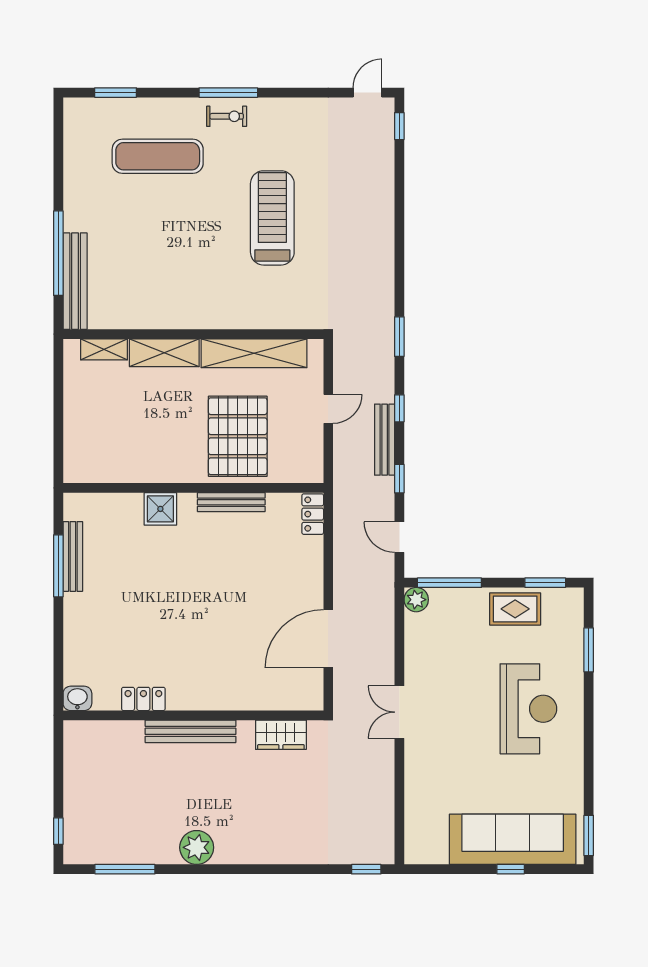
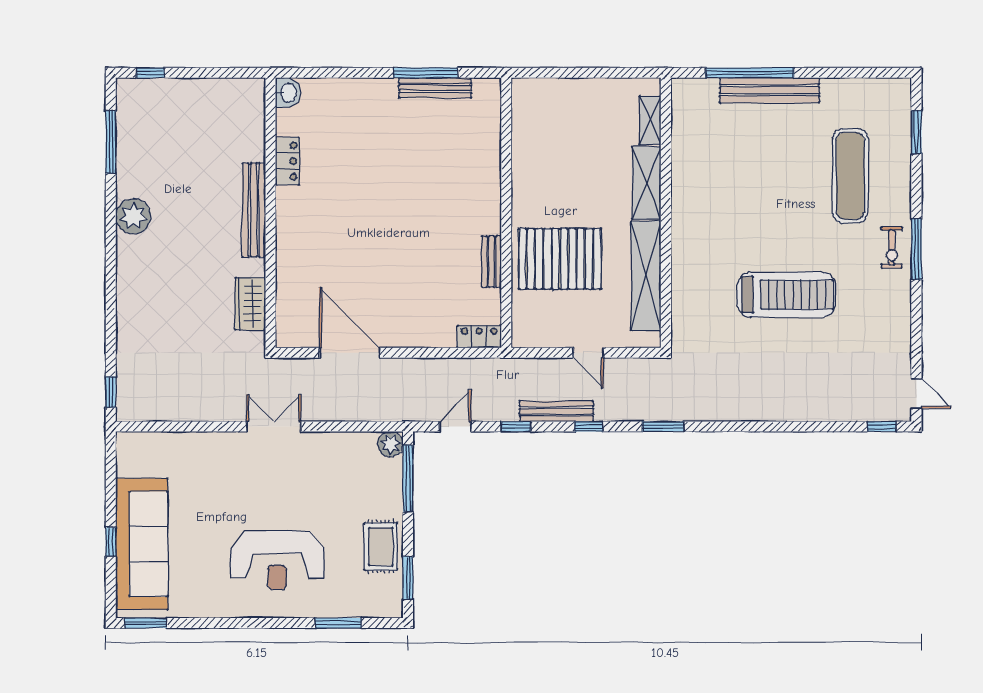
bench: (75, 281) -> (770, 90), moved
bench: (231, 502) -> (491, 262), width x0.73
shower: (160, 509) -> (484, 179), removed

